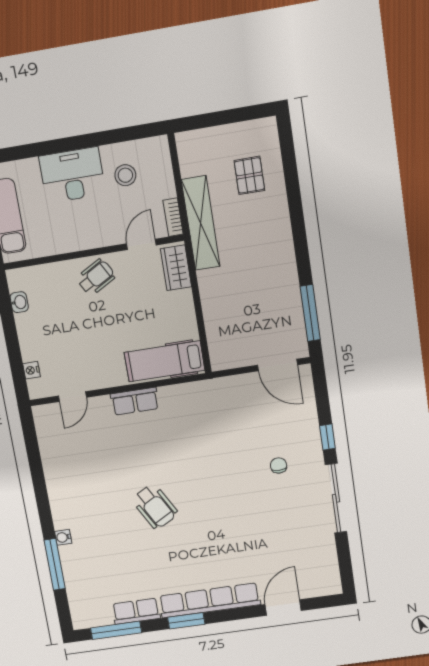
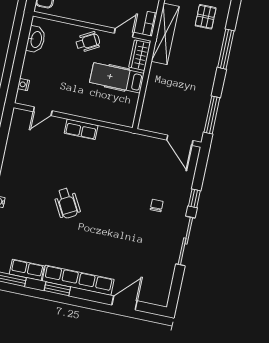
window: (296, 211) -> (226, 49), added
washbasin: (19, 302) -> (36, 39), width x1.91, depth x1.45
hospital bed: (165, 361) -> (117, 78), moved

